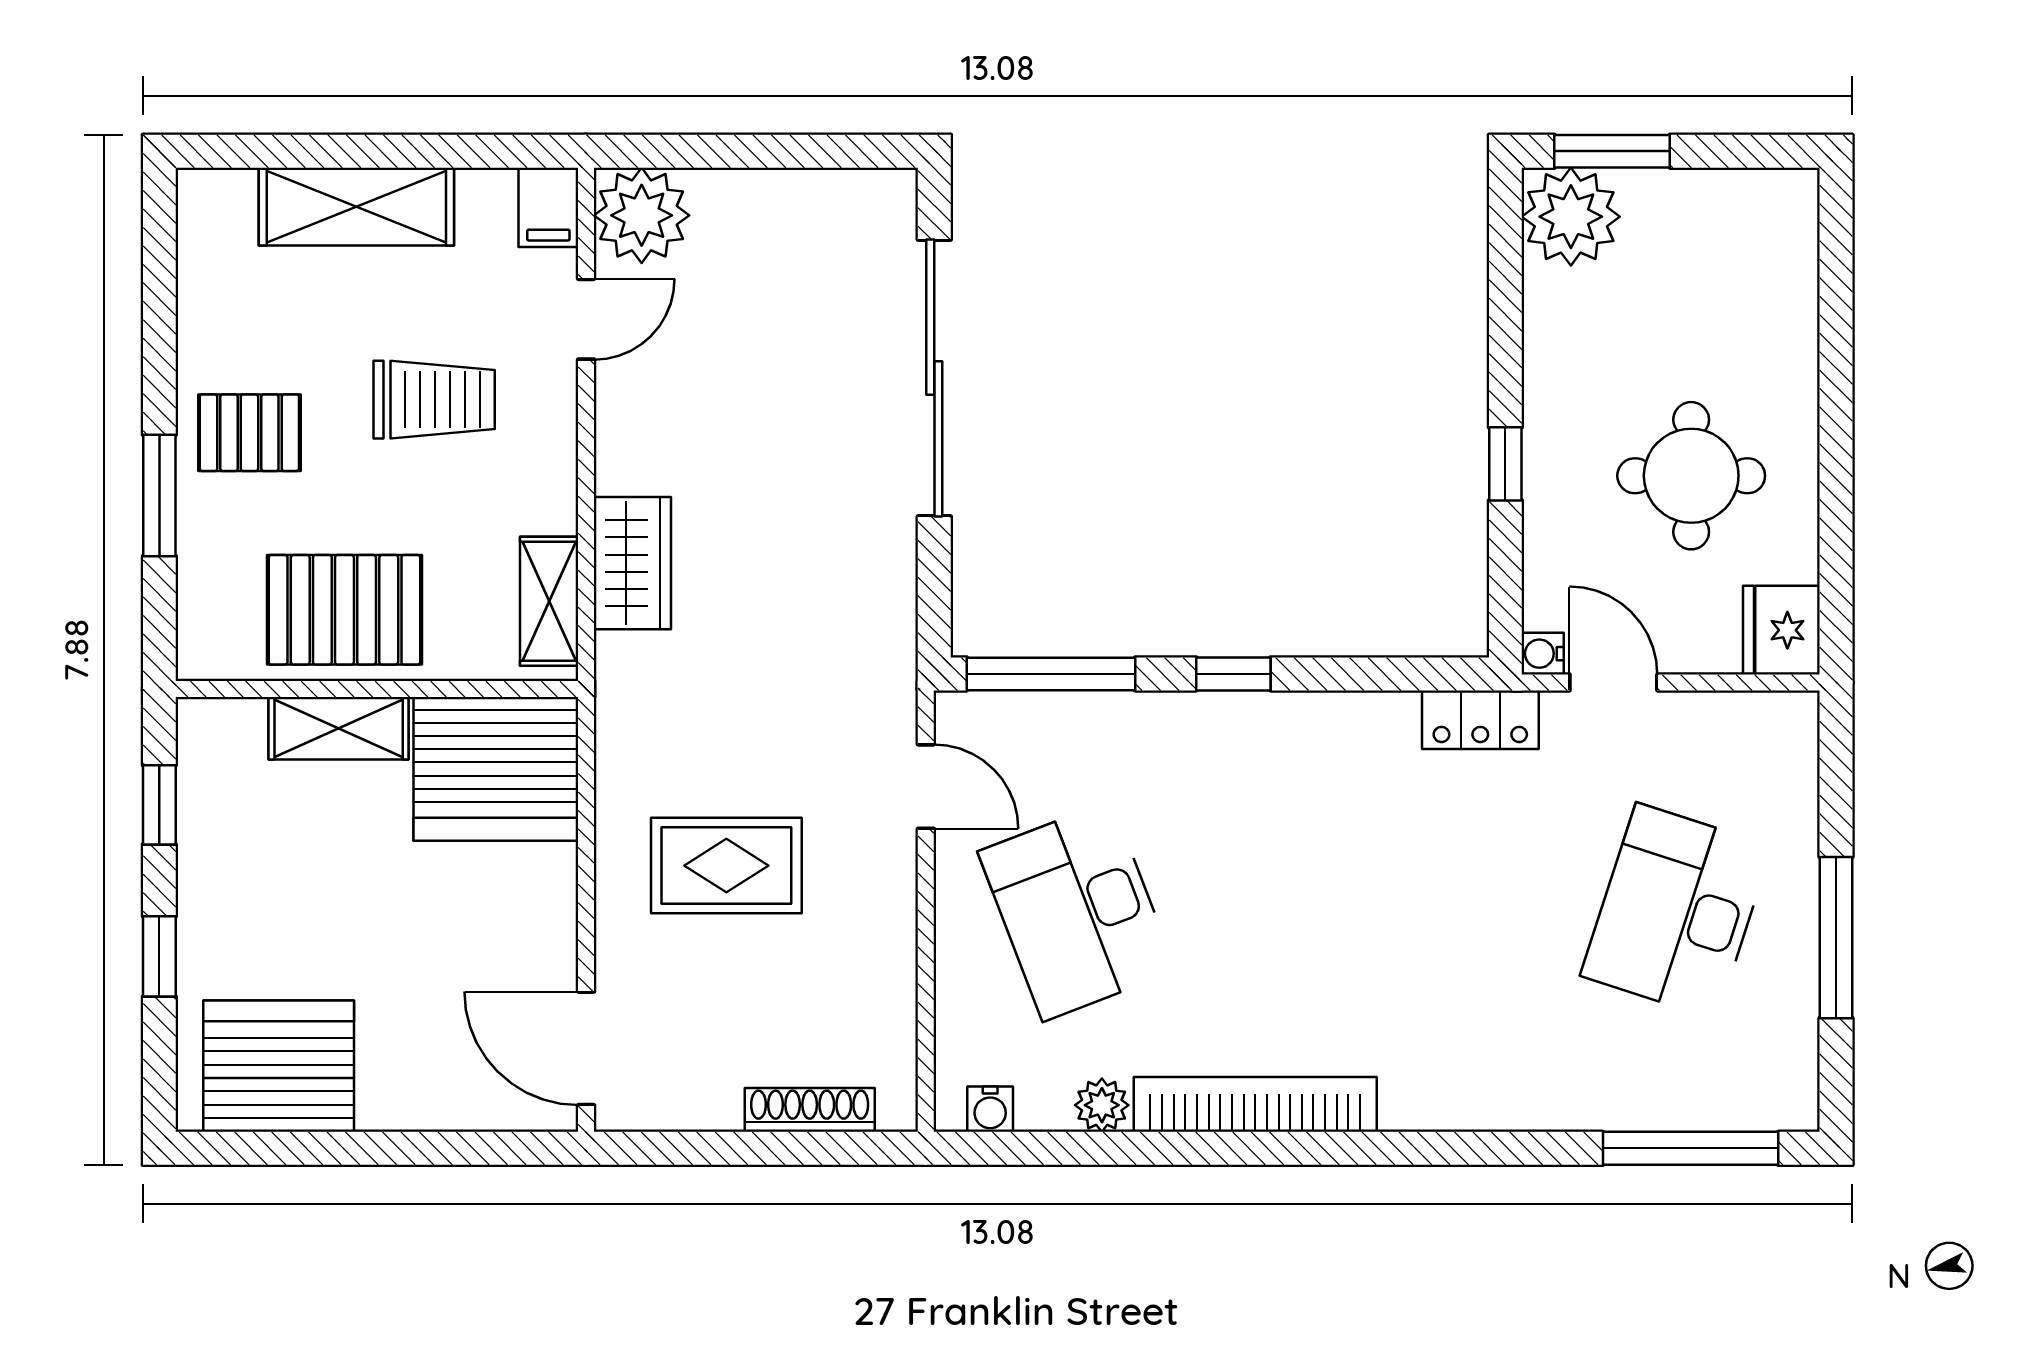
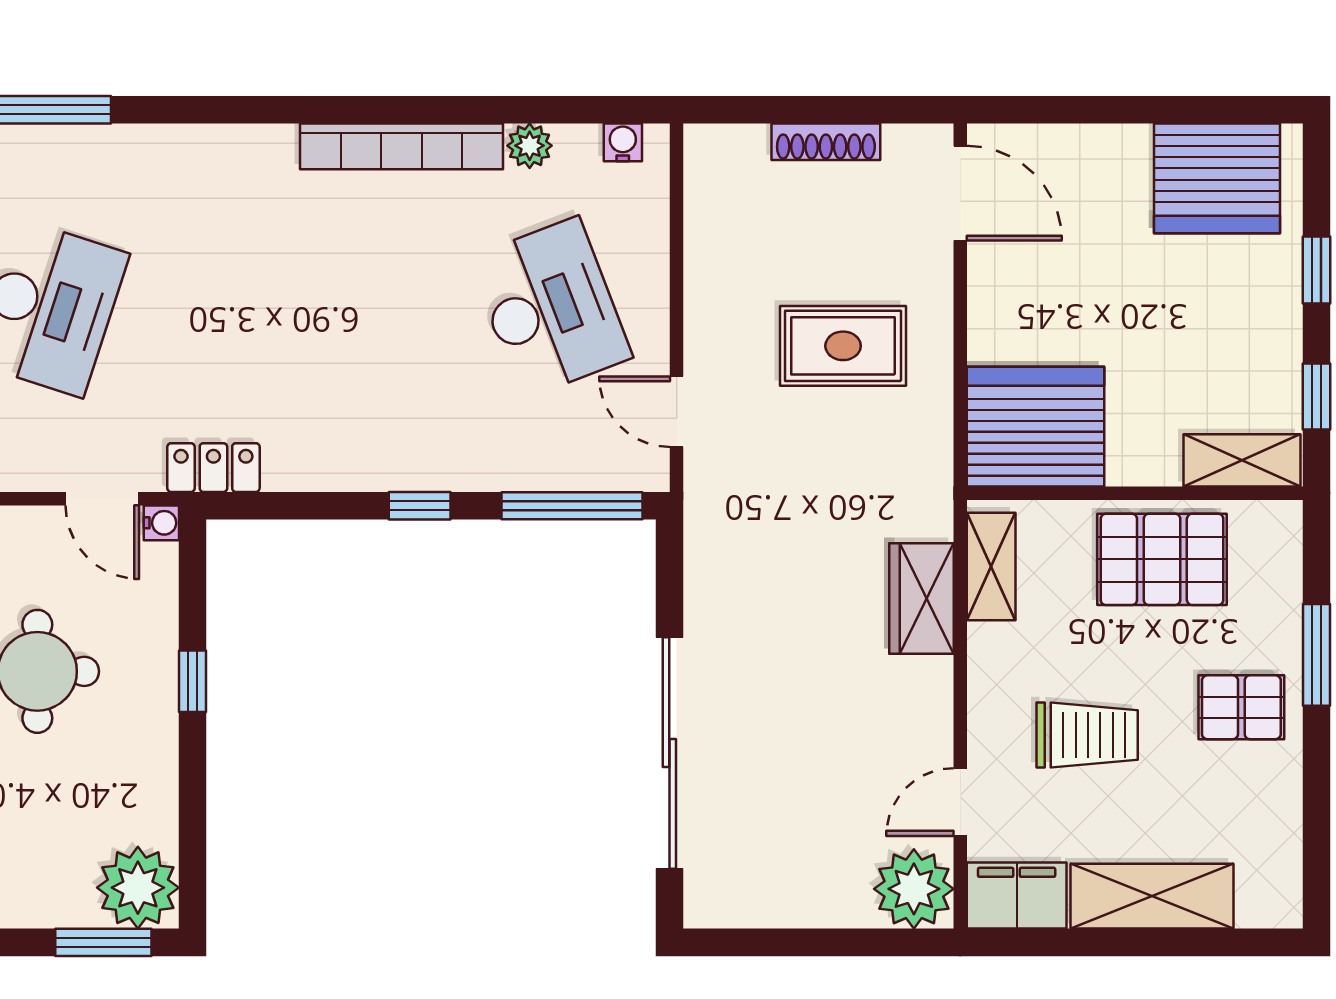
filing cabinet: (548, 207) -> (1017, 896), width x2.00
trolley: (434, 400) -> (1087, 735), turned 180
shelving: (339, 728) -> (1242, 460), moved
shoe rack: (810, 1110) -> (826, 142), moved

